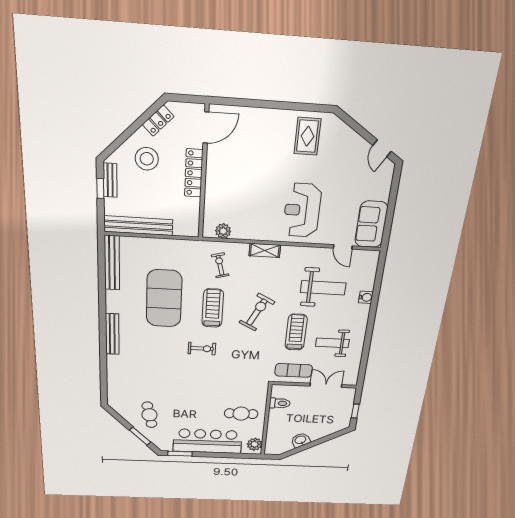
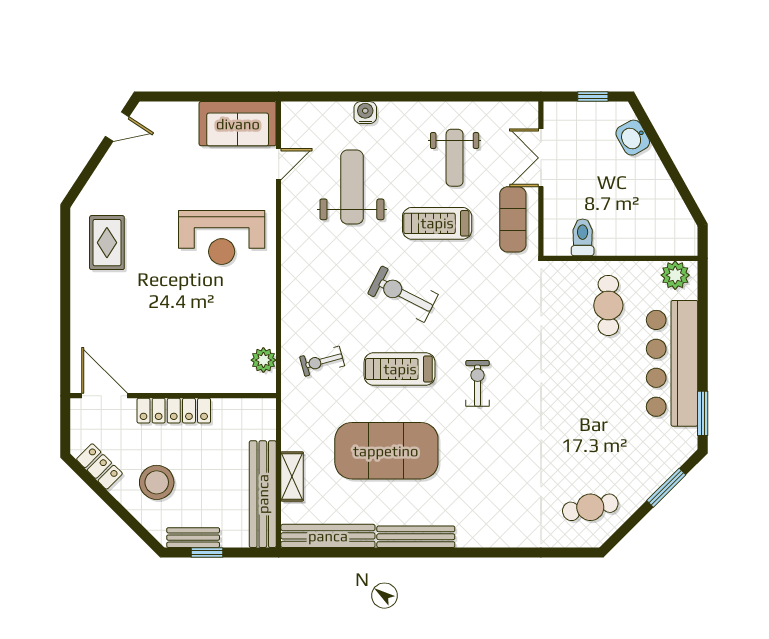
rug: (307, 136) -> (107, 243), turned 90
shelving: (265, 250) -> (292, 476), moved
bench: (112, 334) -> (416, 537), moved
cafe table: (149, 415) -> (590, 507), moved
washbasin: (301, 440) -> (633, 138), moved

